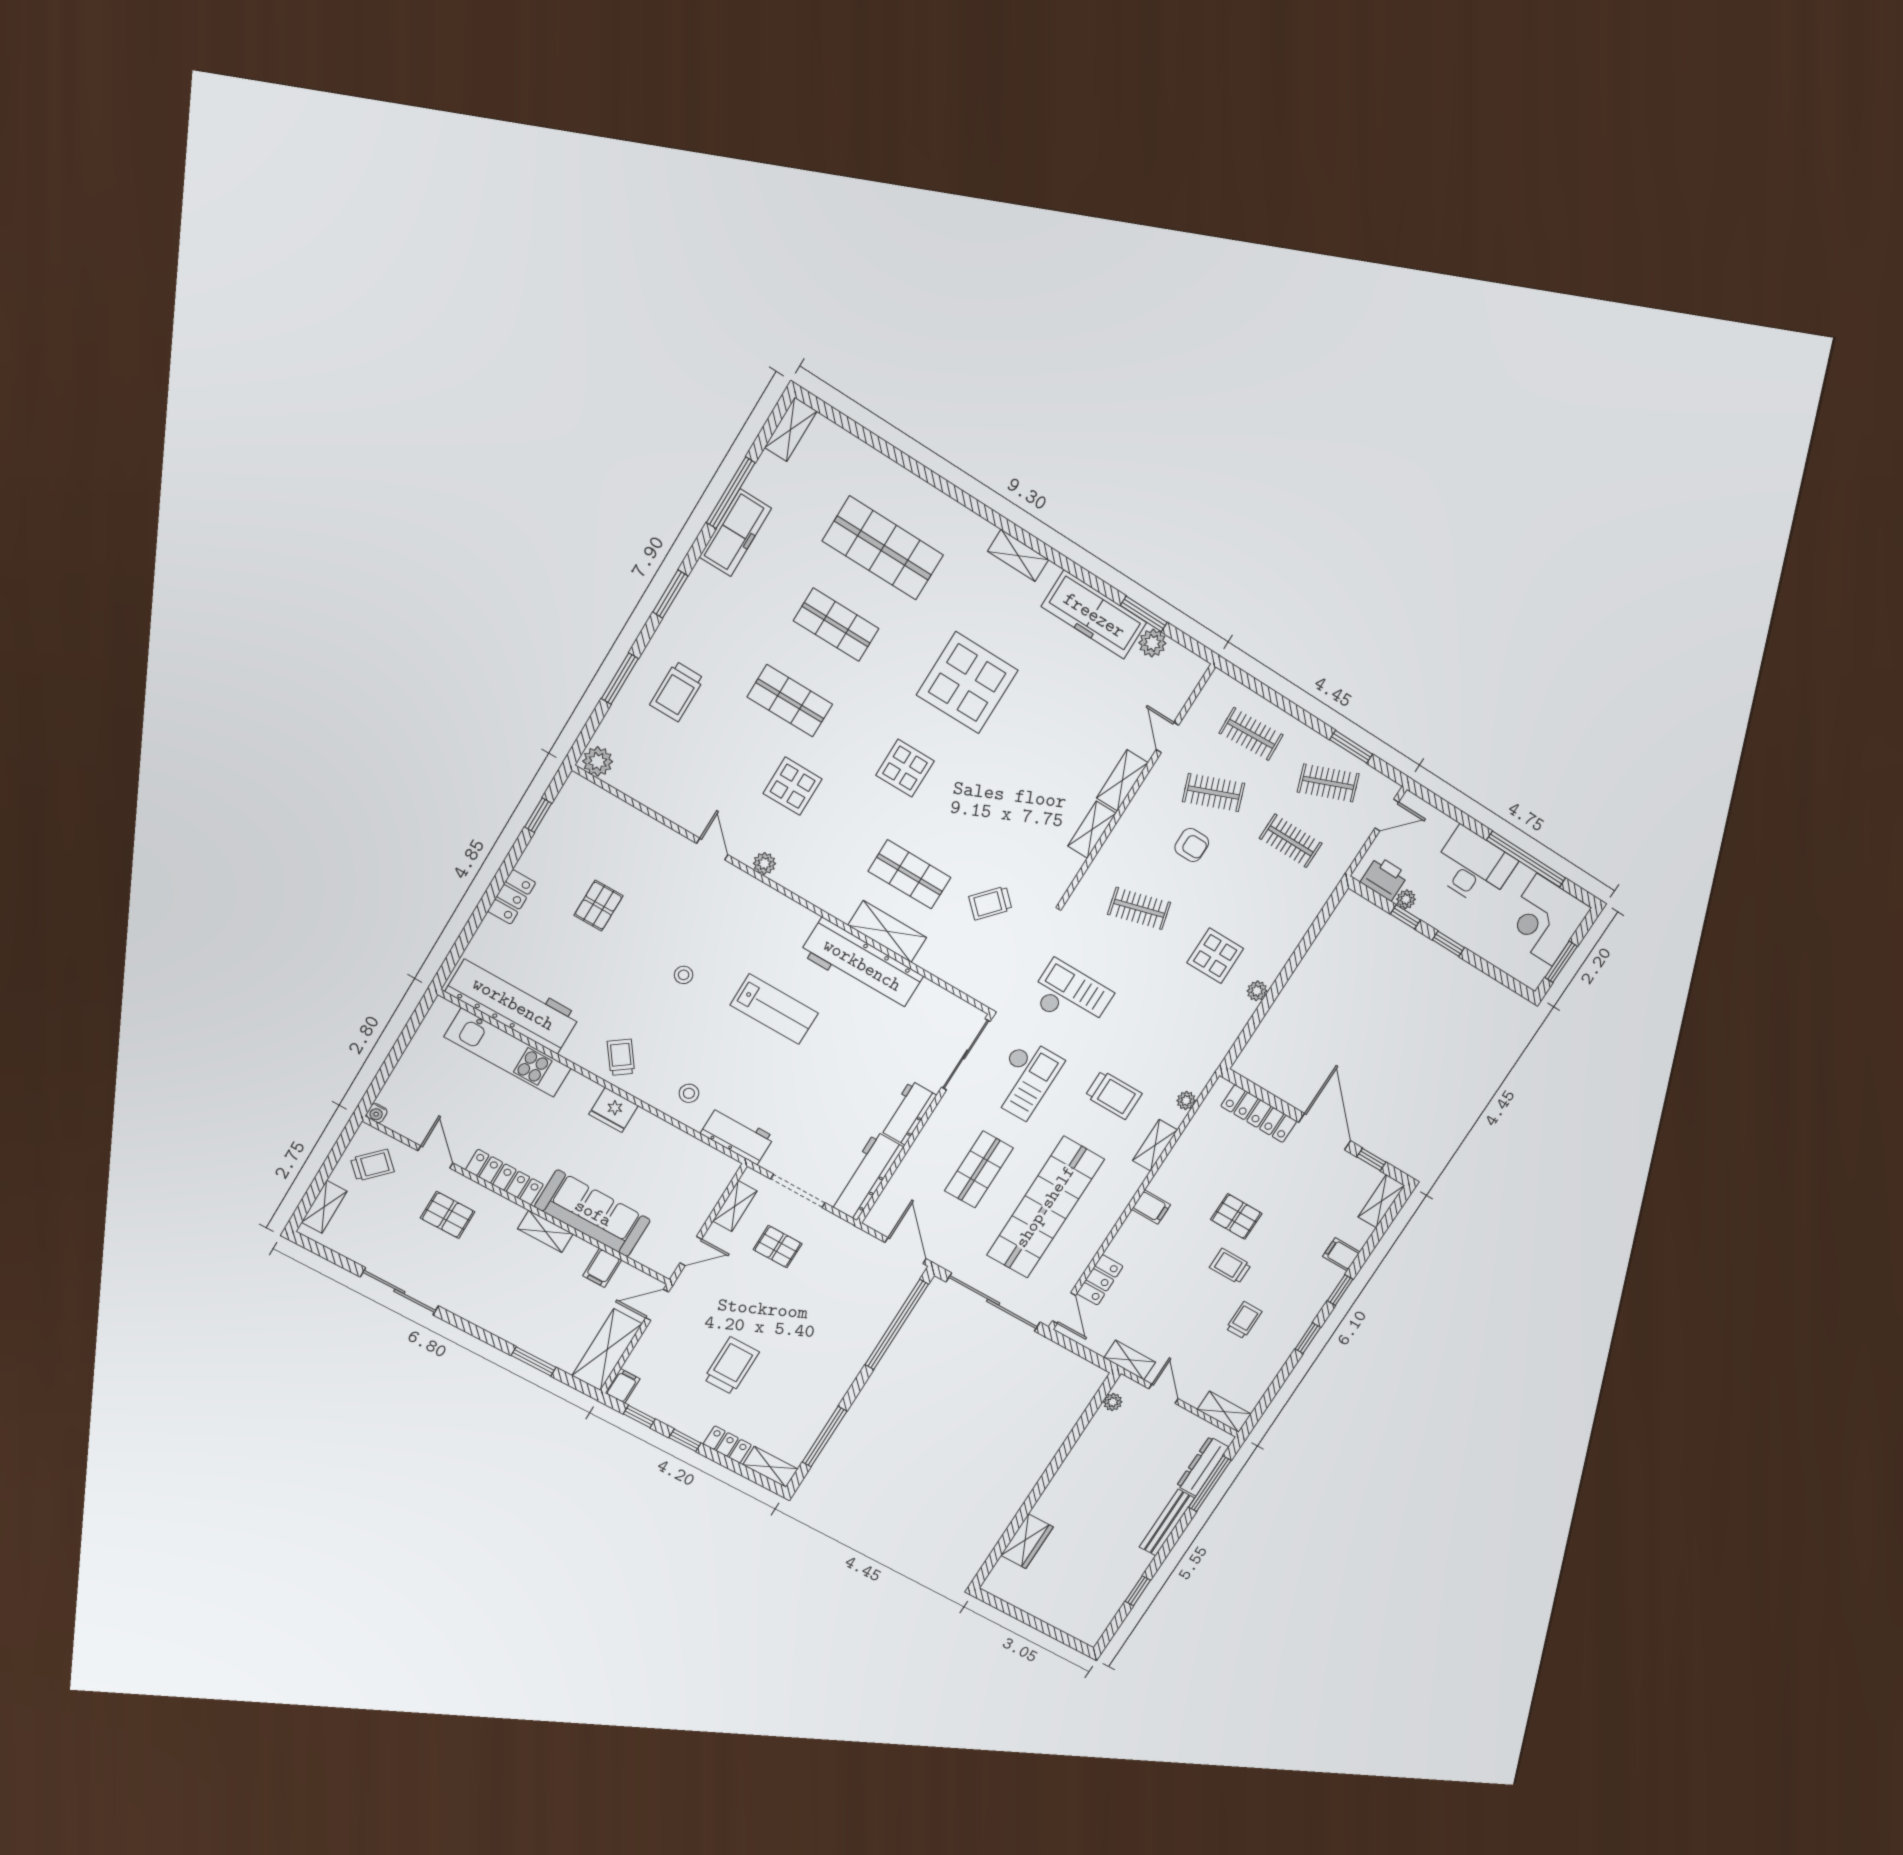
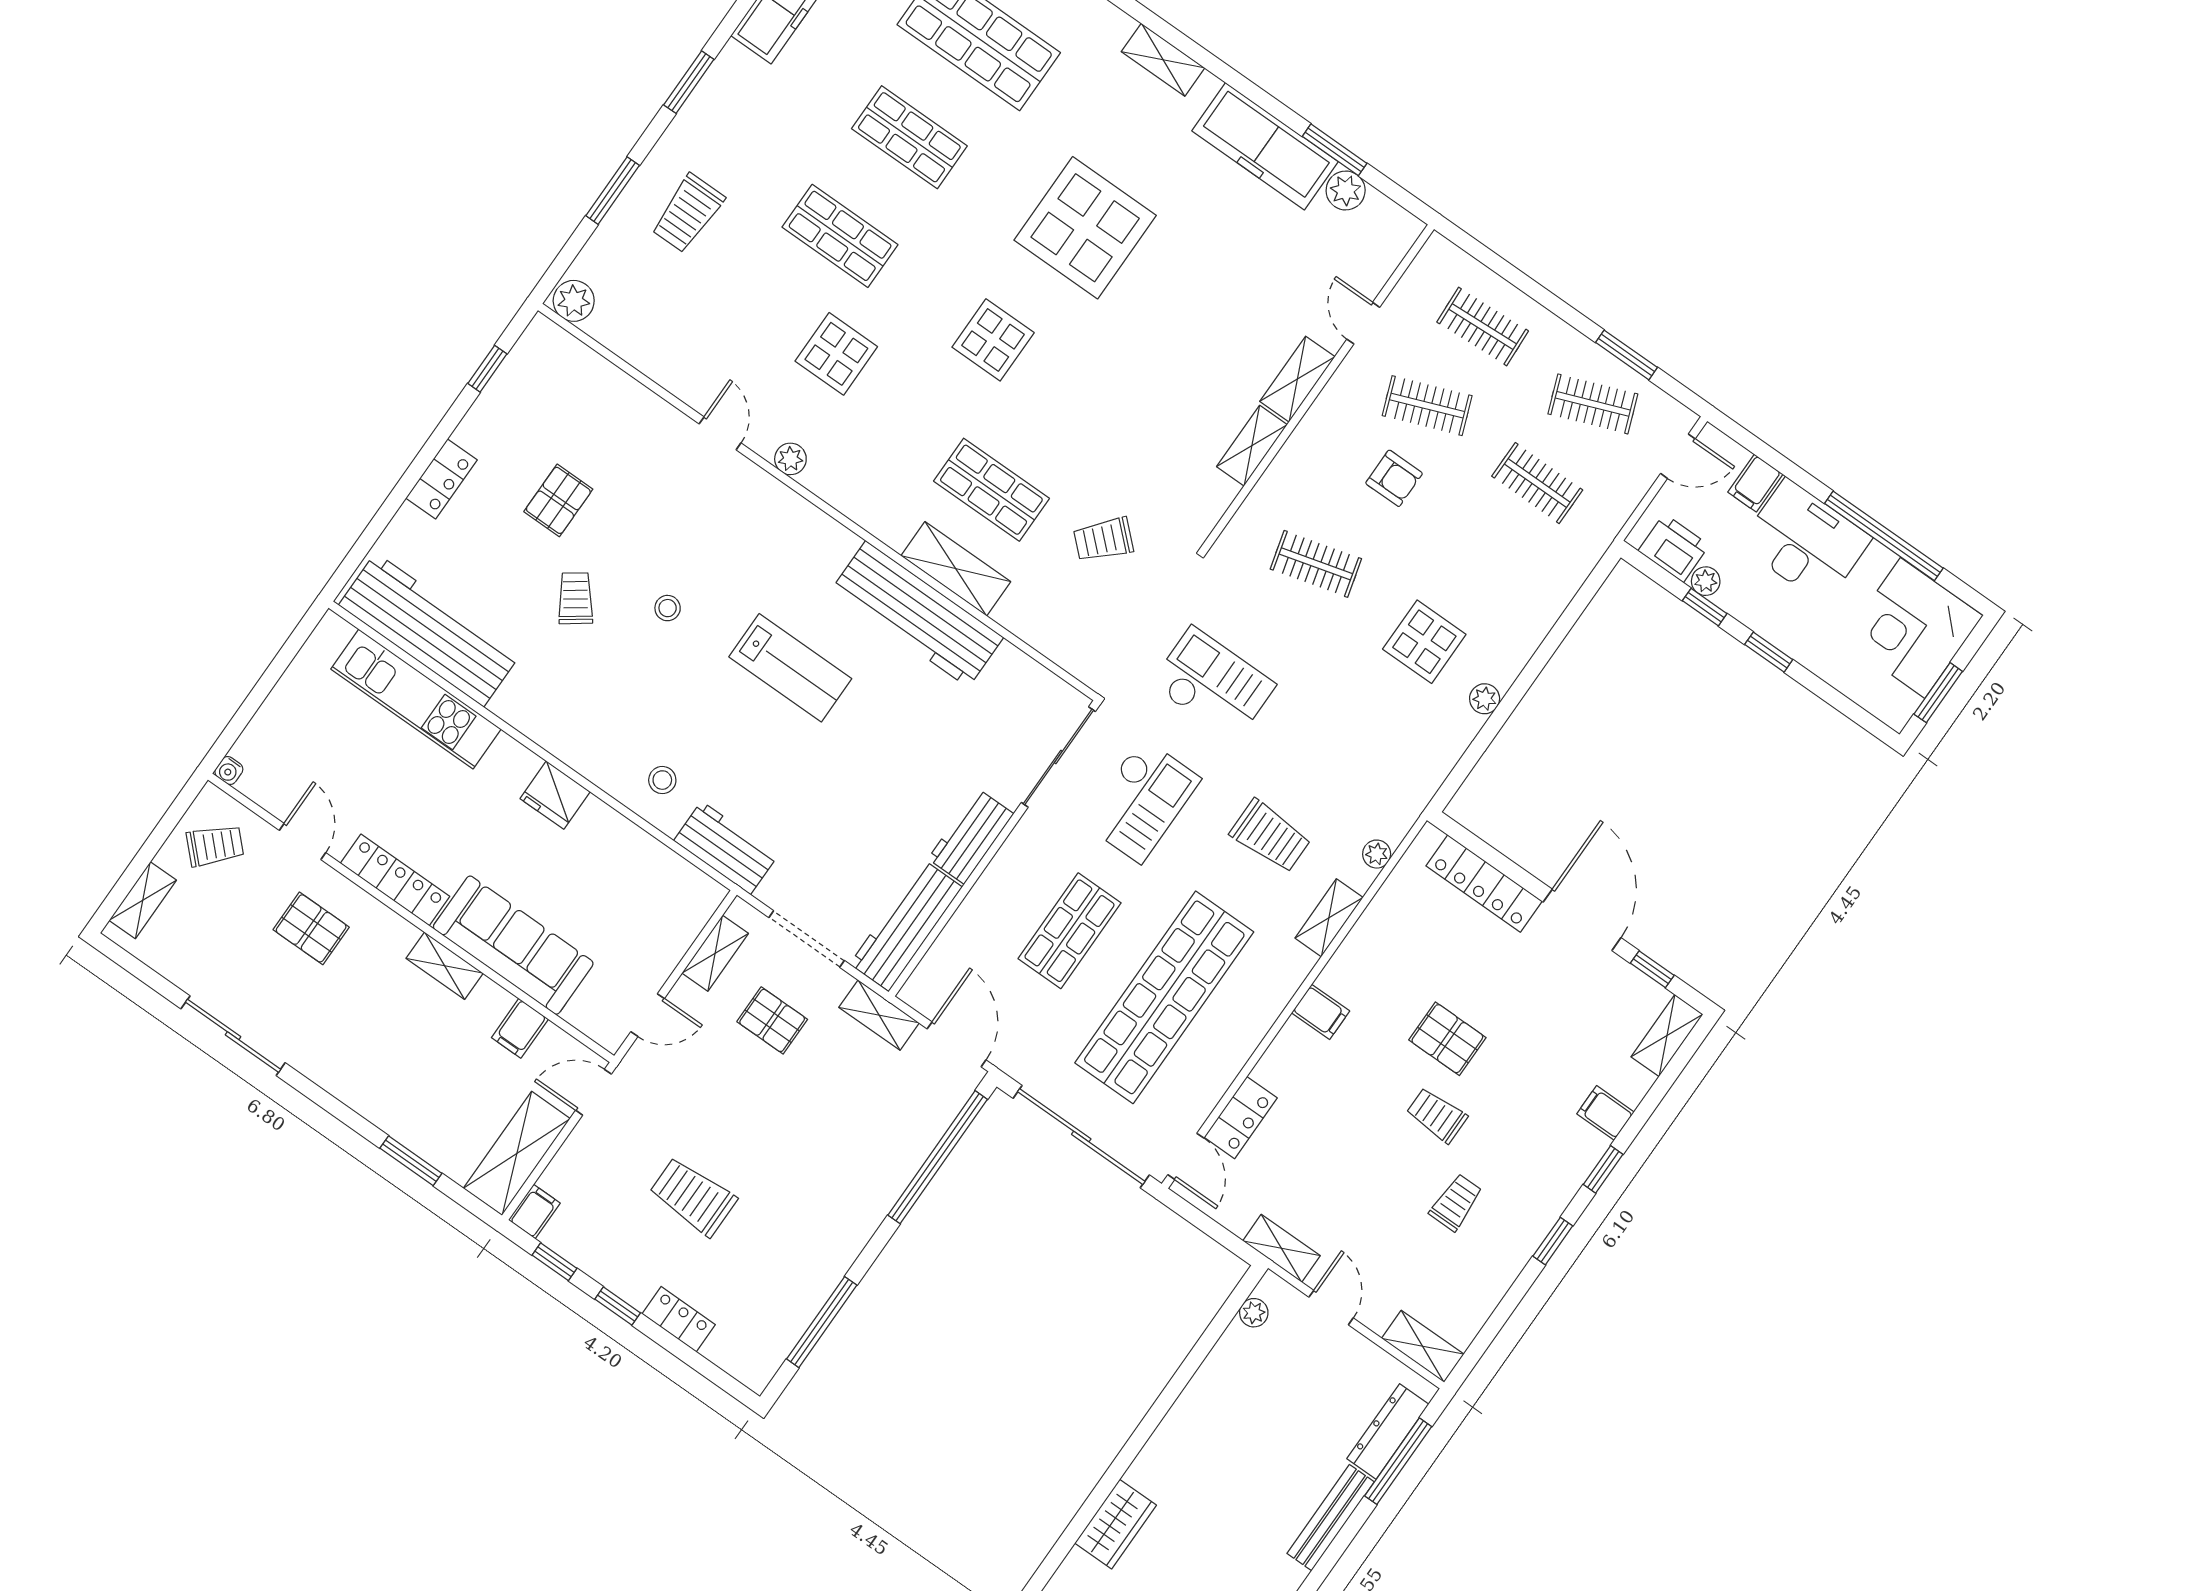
filing cabinet: (1440, 830) -> (1755, 483), added
trolley: (621, 1057) -> (575, 598), moved
trolley: (731, 1366) -> (693, 1197), turned -90
shelving: (770, 1467) -> (879, 1015), moved

